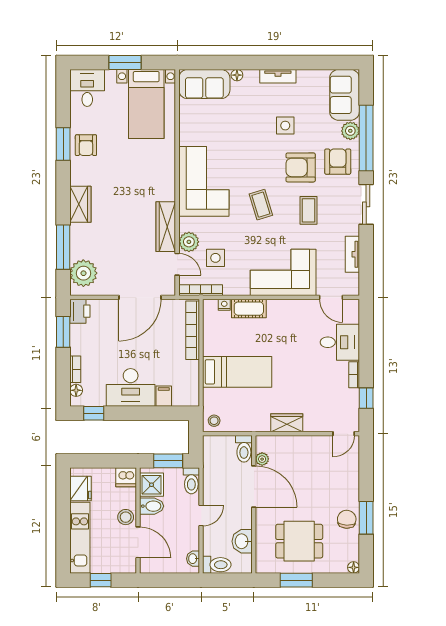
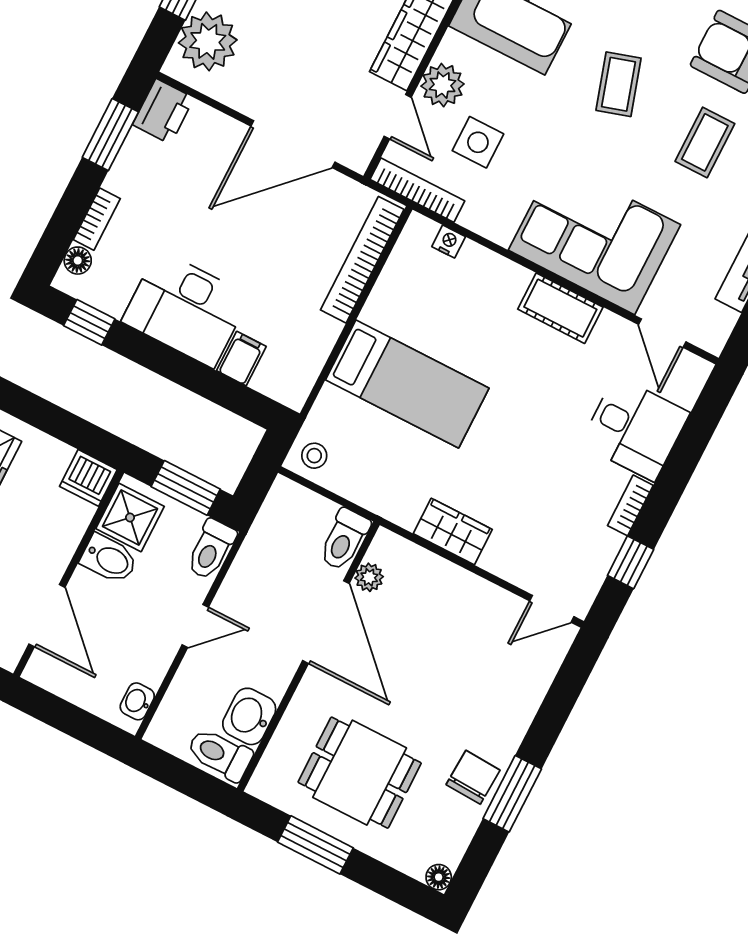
cot: (249, 309) -> (560, 308), moved
stool: (126, 517) -> (48, 554), removed
toilet: (217, 565) -> (220, 754), moved, turned 180

